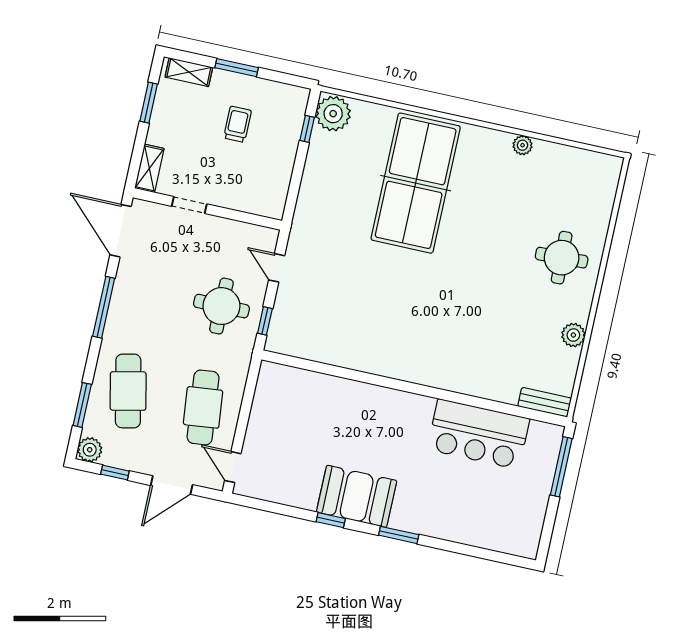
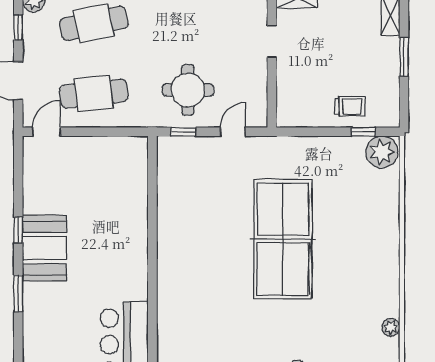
trolley: (237, 124) -> (350, 107), moved
table tennis table: (416, 183) -> (283, 239), moved, turned 90

